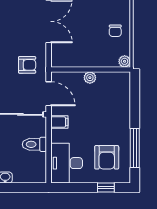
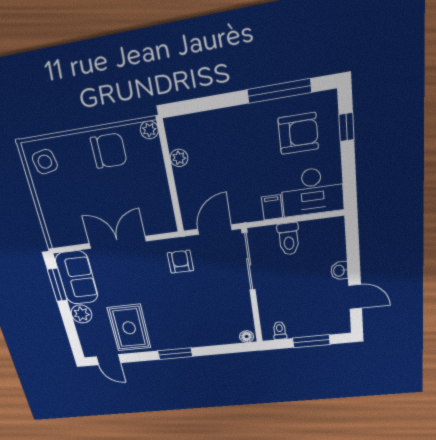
chair: (115, 31) -> (109, 151), width x1.87, depth x1.87
plant: (90, 78) -> (179, 158), moved
filing cabinet: (59, 122) -> (272, 207), moved

